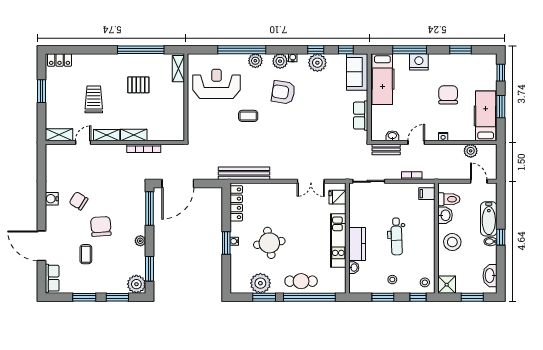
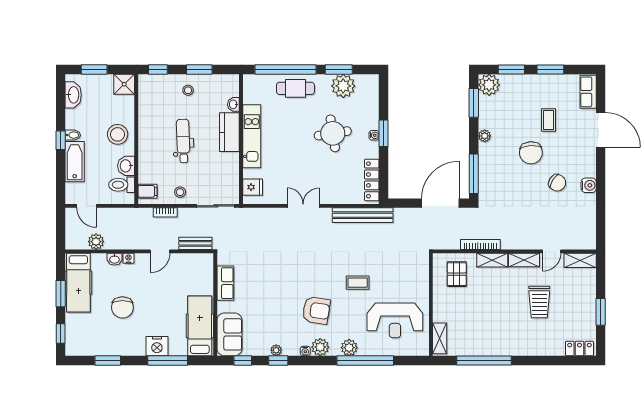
plant: (317, 63) -> (276, 350), width x0.53, depth x0.53
pallet: (138, 85) -> (457, 274), moved, turned 90
washbasin: (392, 136) -> (114, 259), moved
double door: (311, 181) -> (303, 206), moved
stool: (425, 282) -> (180, 192), moved

